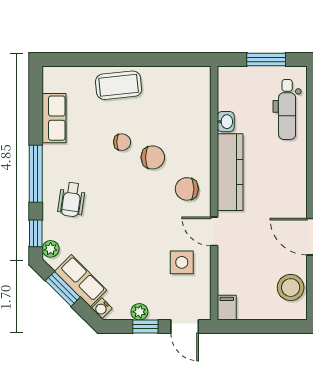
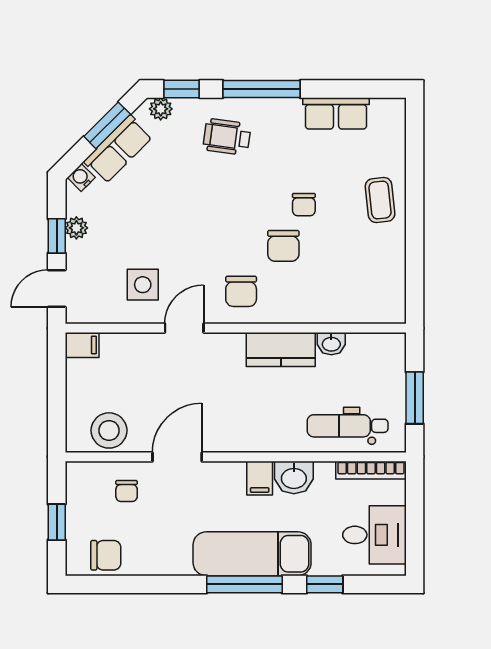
coffee table: (119, 85) -> (380, 200), width x0.73, depth x0.77
kitchen counter: (230, 172) -> (281, 350), width x0.67
chair: (187, 189) -> (241, 291), turned 180

